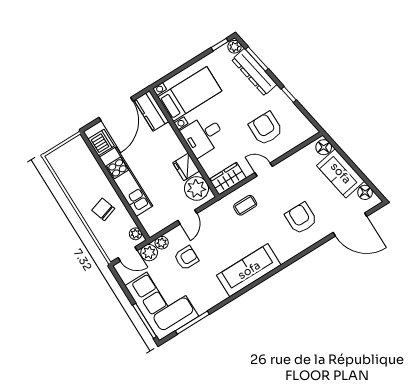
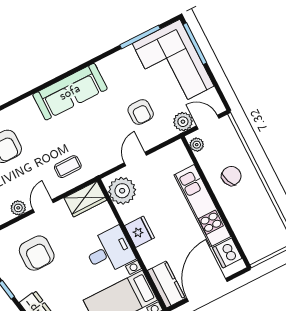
fridge: (186, 167) -> (140, 232), moved
door: (264, 169) -> (43, 206), swing flipped
chair: (103, 209) -> (231, 176), turned -94
plant: (162, 243) -> (18, 208), moved
armchair: (186, 258) -> (141, 112), turned -90

